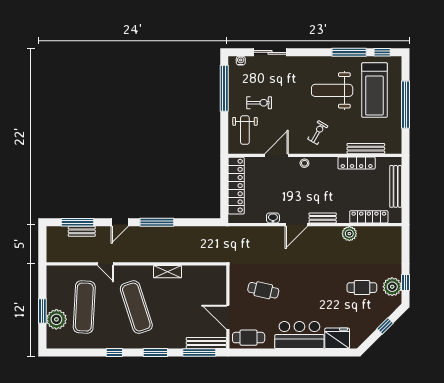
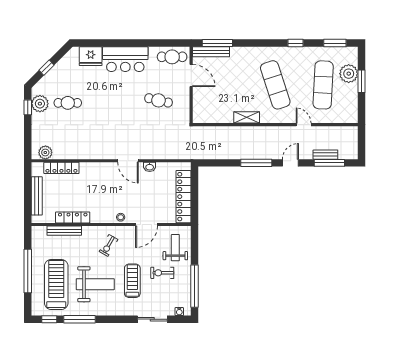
treadmill: (292, 94) -> (132, 281), added
bench: (323, 218) -> (104, 167), removed
door: (296, 225) -> (128, 161), swing flipped
plant: (349, 234) -> (45, 152), moved
window: (155, 353) -> (335, 43), moved

